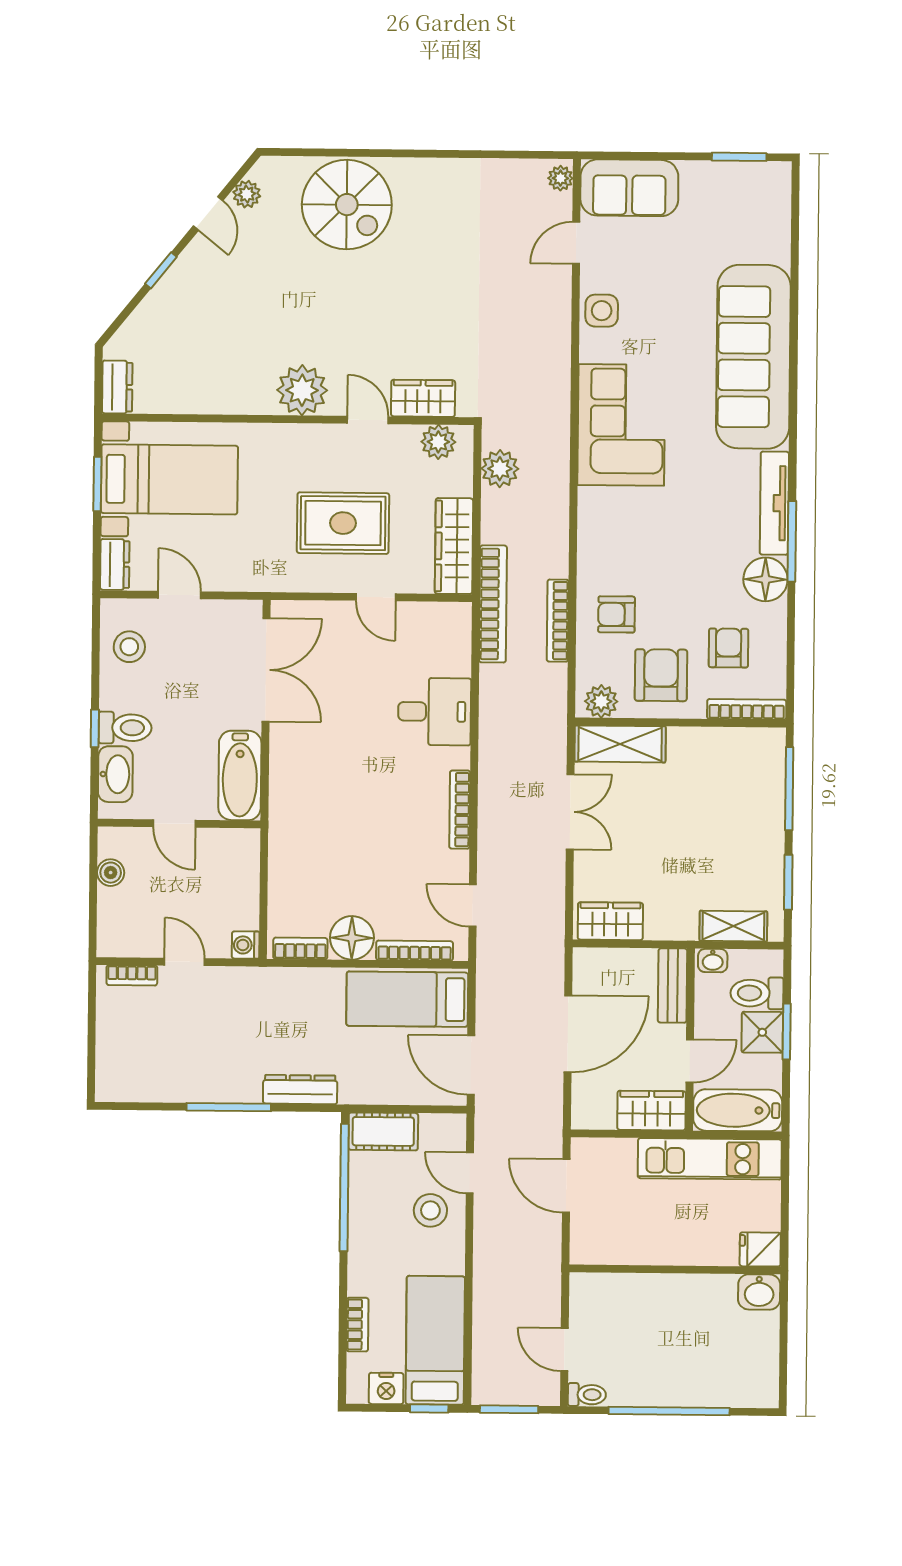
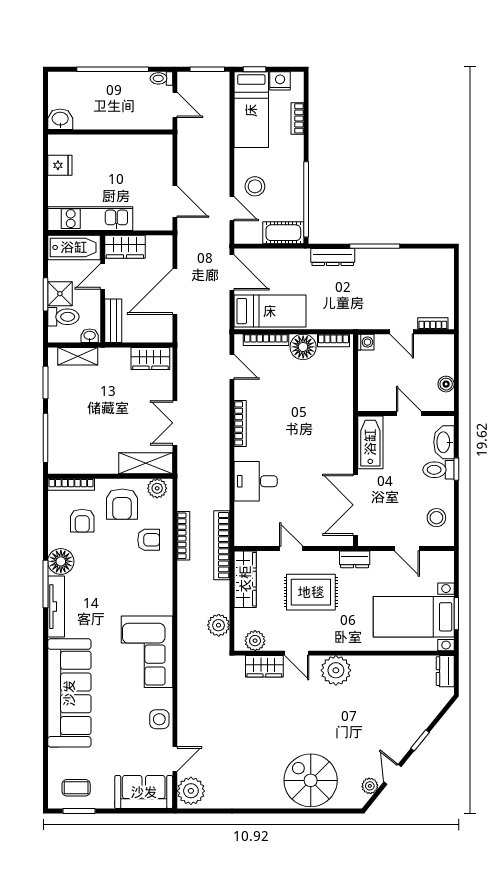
plant: (560, 178) -> (191, 791), width x1.88, depth x1.88
coffee table: (744, 196) -> (76, 788), added
dresser: (115, 564) -> (355, 559), moved, turned -90
wall: (675, 1269) -> (110, 132), moved
washbasin: (759, 1292) -> (60, 119), moved

